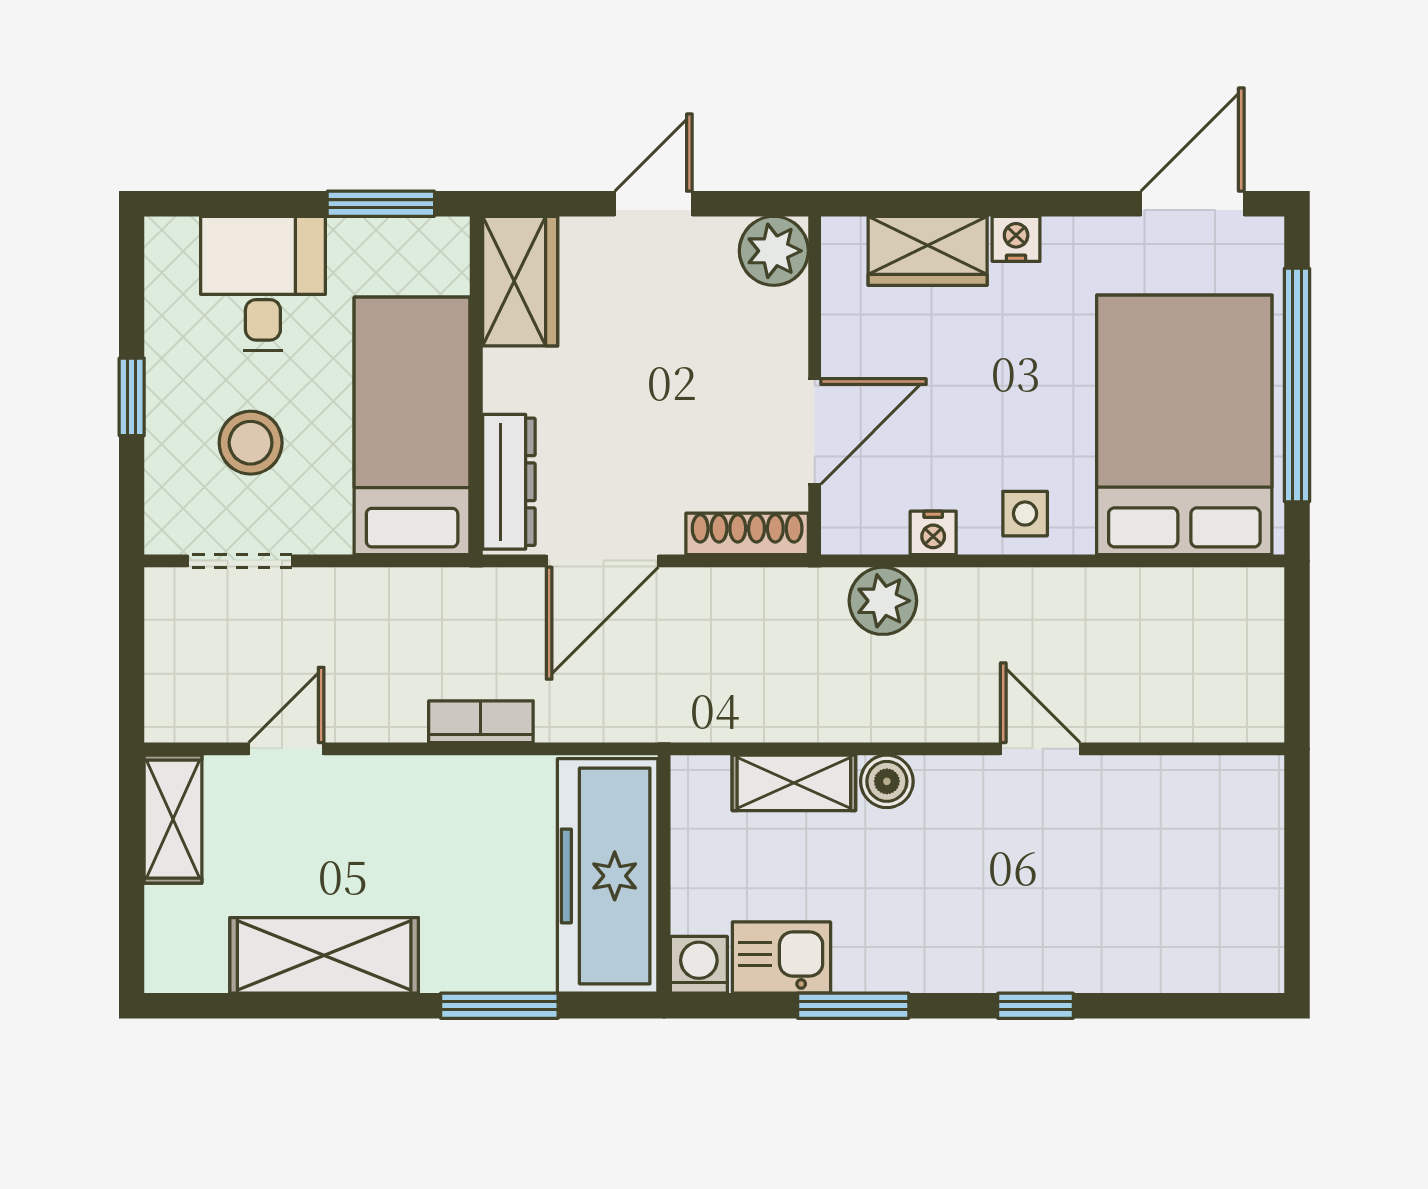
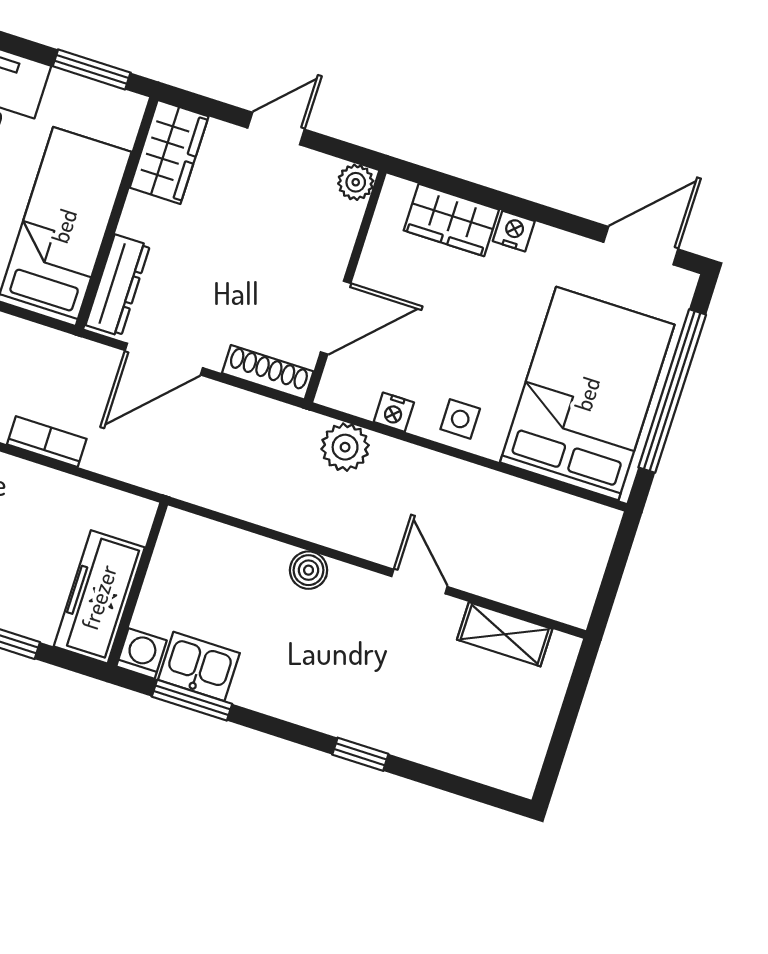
plant: (774, 251) -> (356, 182), width x0.73, depth x0.73
shelving: (794, 783) -> (505, 634), moved
freezer: (608, 876) -> (99, 597), width x0.73, depth x0.79
window: (853, 1006) -> (192, 700), moved

